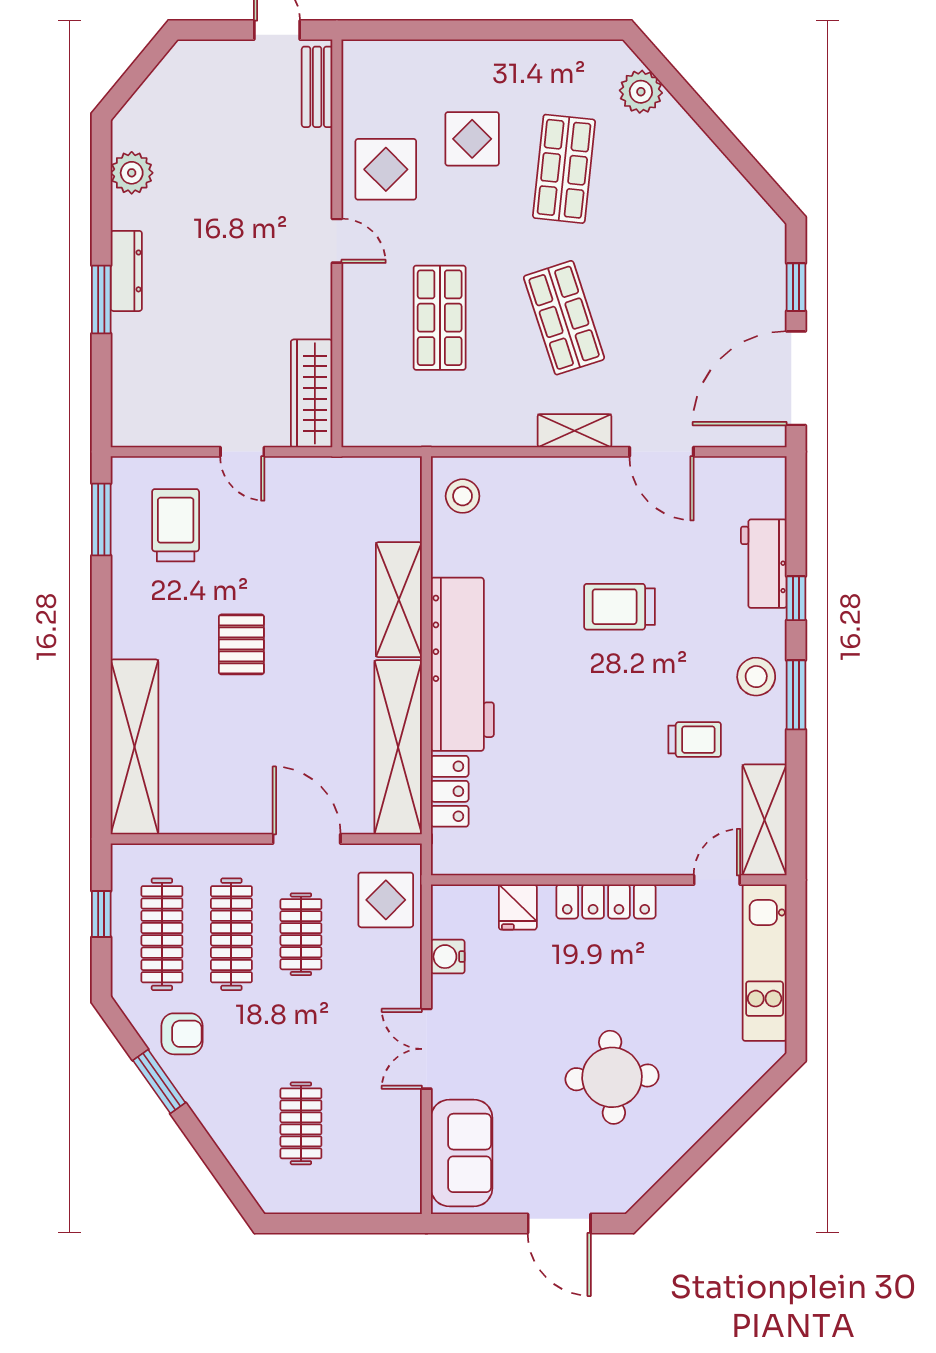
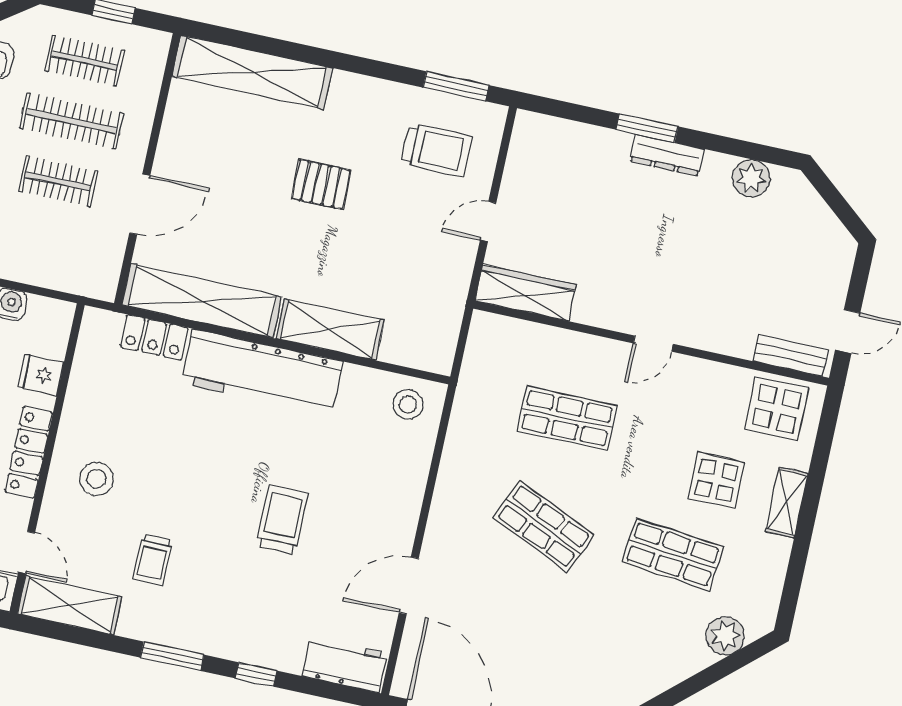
display table: (386, 169) -> (777, 409), moved
shop shelf: (564, 318) -> (544, 526), turned 42
shelving: (575, 431) -> (787, 502), moved
workbench: (764, 564) -> (345, 665), moved
stool: (756, 677) -> (96, 479), moved
display table: (386, 900) -> (72, 261), removed
clothes rail: (162, 934) -> (84, 60), width x0.73

